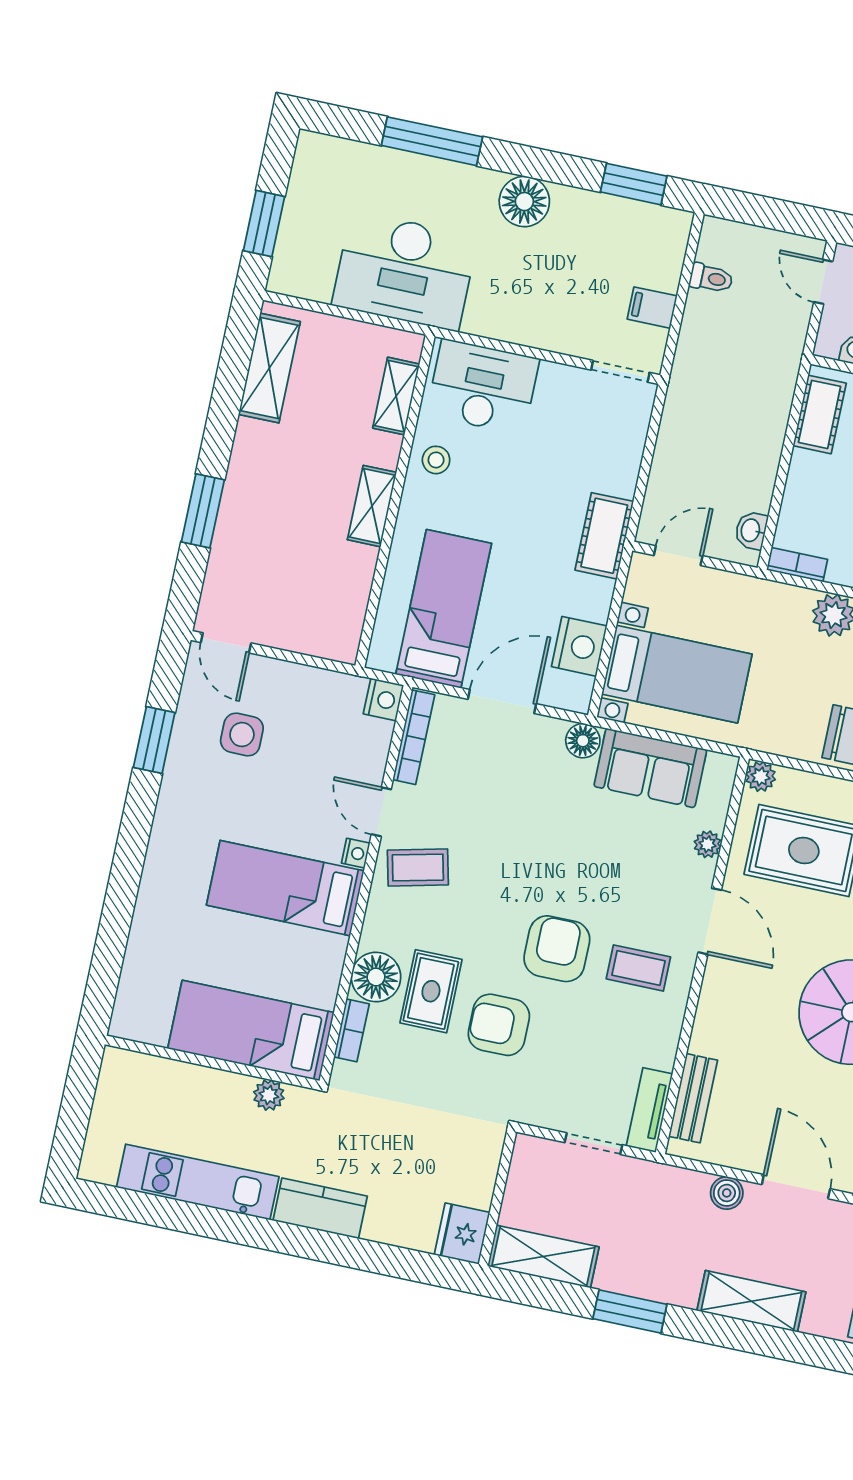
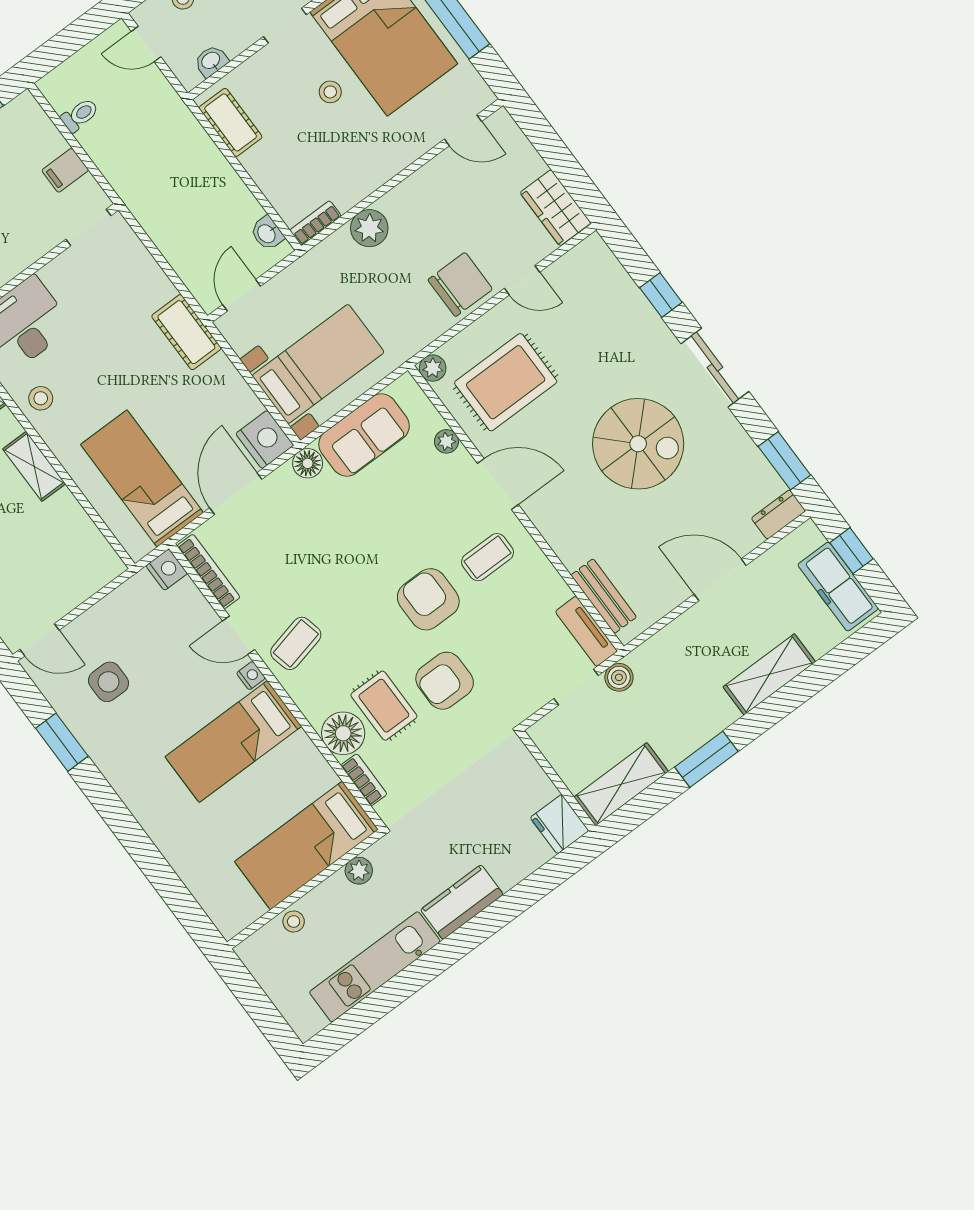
nightstand: (579, 646) -> (265, 439), moved
stool: (175, 1077) -> (294, 922), added
boiler: (727, 1193) -> (619, 677), moved

